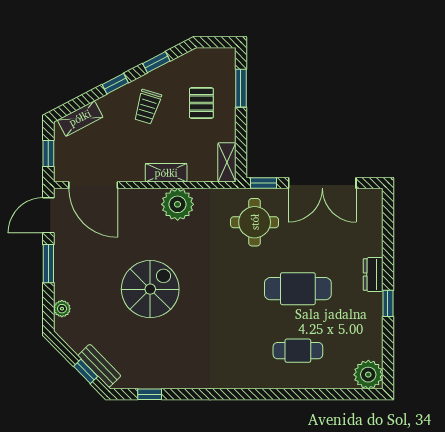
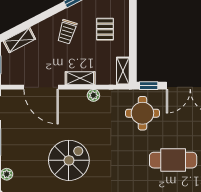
window: (115, 84) -> (44, 15), removed
window: (241, 88) -> (133, 19), removed
door: (93, 185) -> (41, 87), moved
plant: (178, 204) -> (93, 95), width x0.53, depth x0.53

